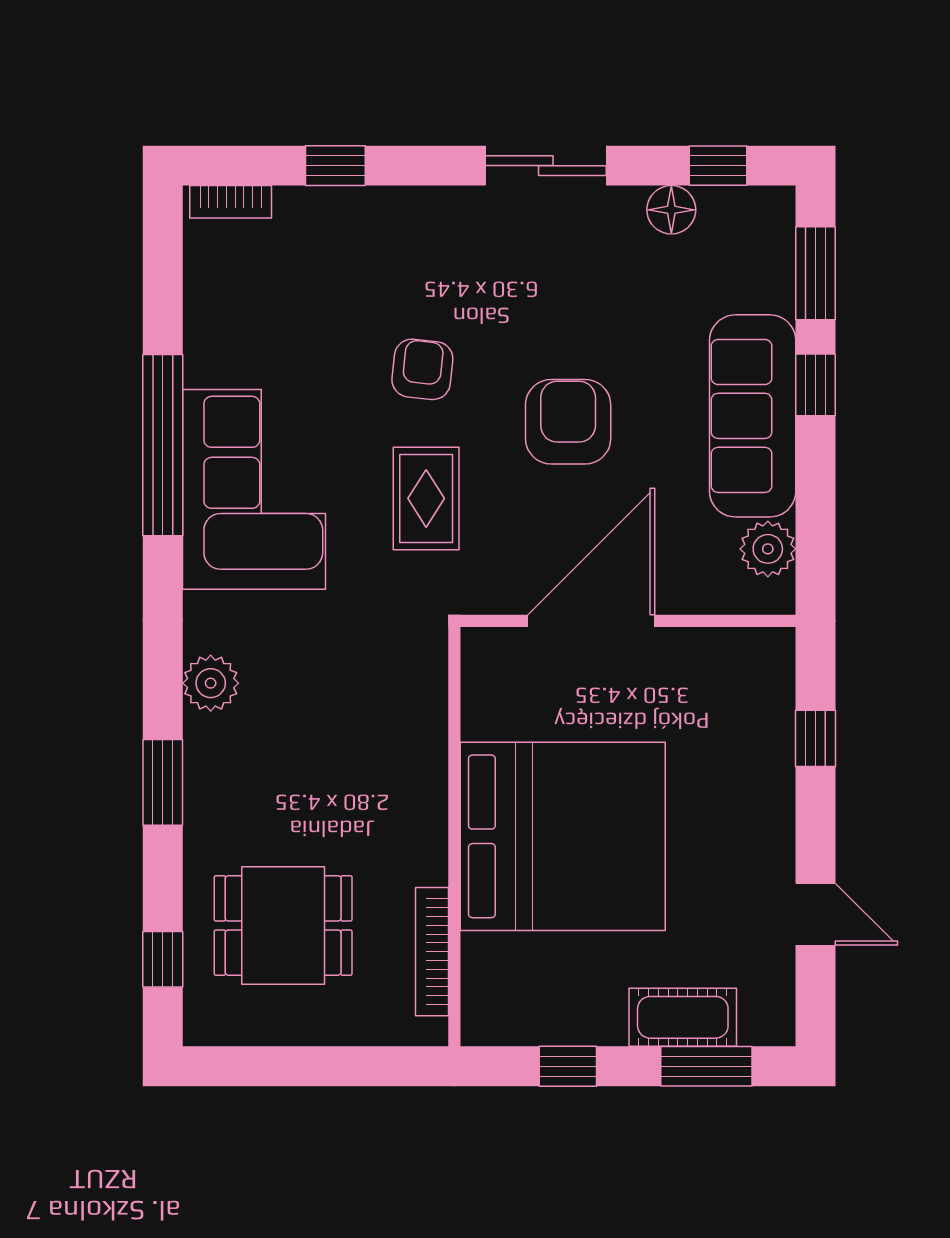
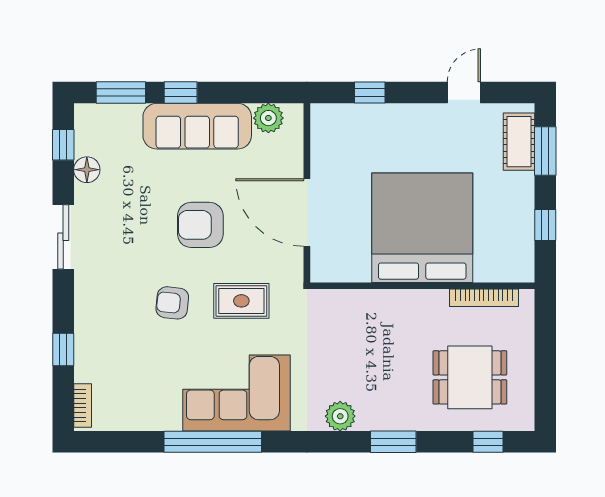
dining table: (283, 925) -> (470, 377), turned 90
cot: (683, 1017) -> (519, 142), moved

